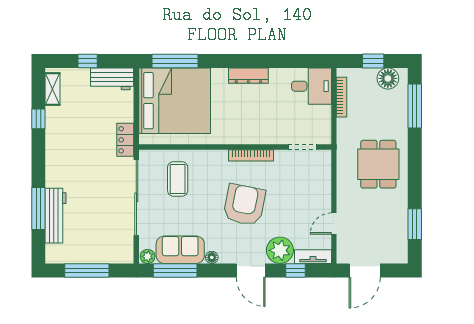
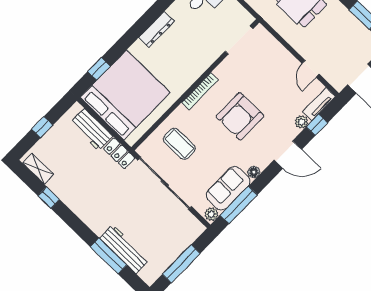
window: (175, 61) -> (99, 69), width x0.46
workbench: (112, 79) -> (91, 129), moved, turned 90
doorway: (302, 147) -> (239, 40), width x1.38
bookcase: (251, 155) -> (200, 91), moved
armchair: (244, 205) -> (240, 116), turned -101
plant: (280, 250) -> (302, 122), width x0.53, depth x0.53

